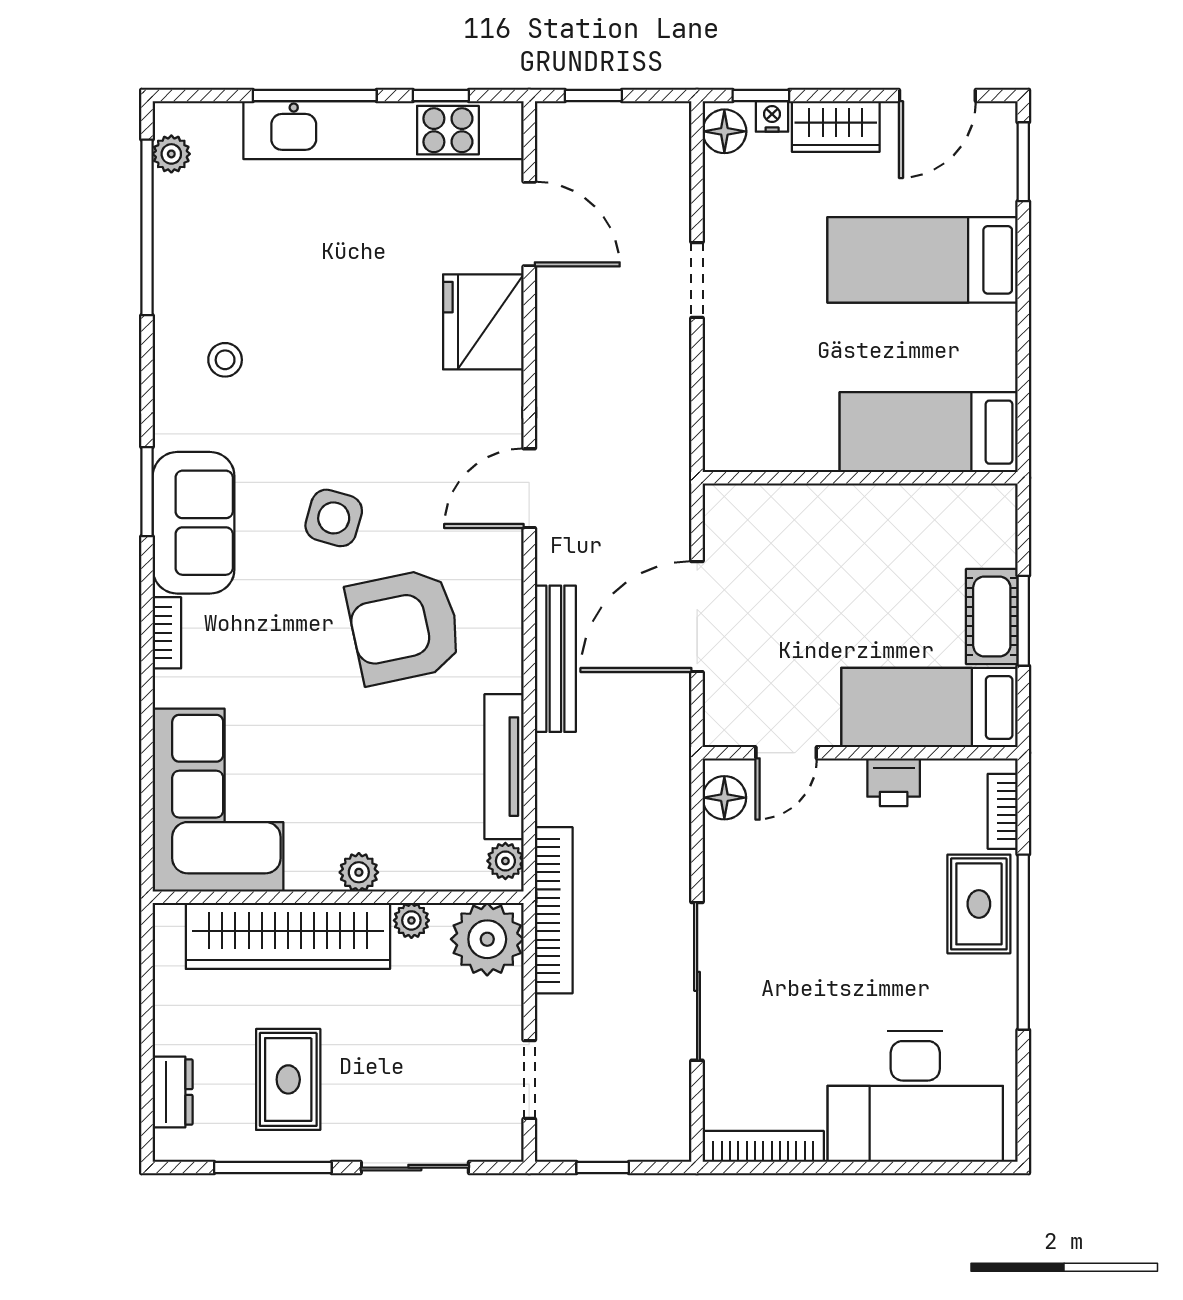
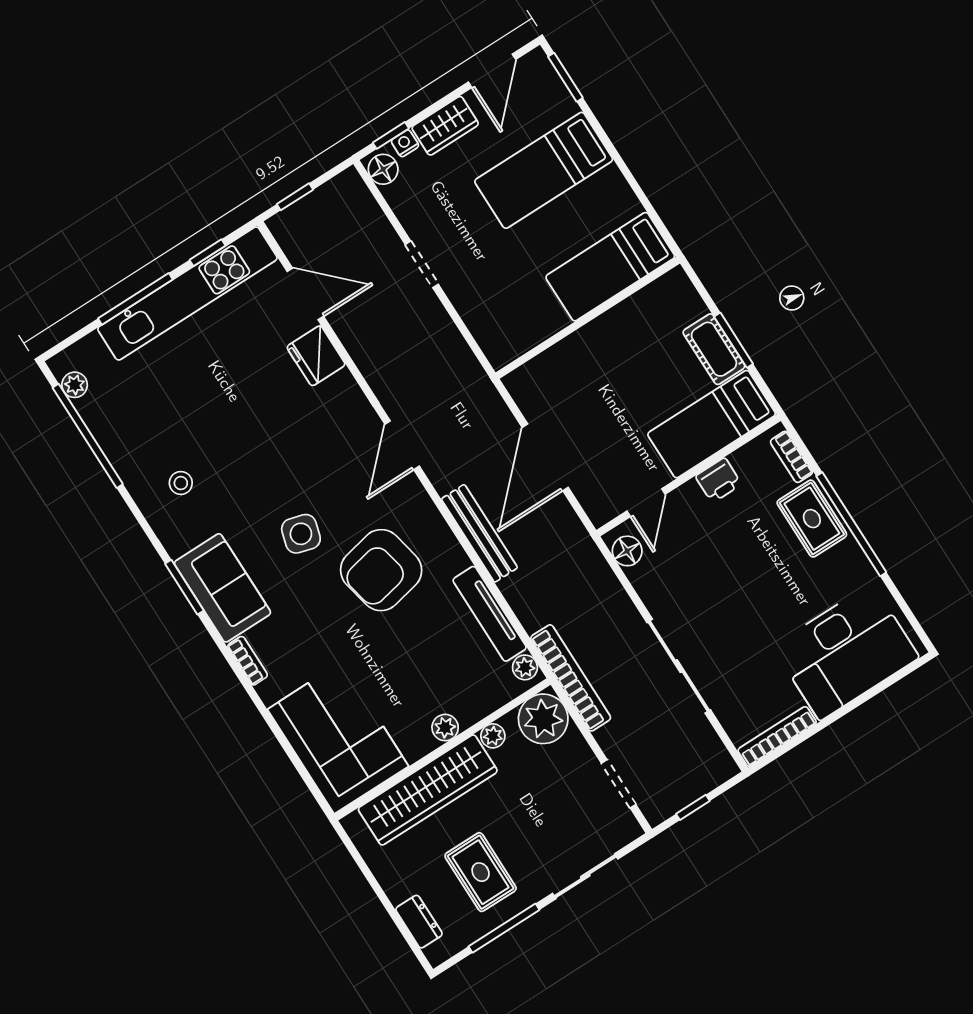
fridge: (483, 322) -> (316, 356), width x0.73, depth x0.75

